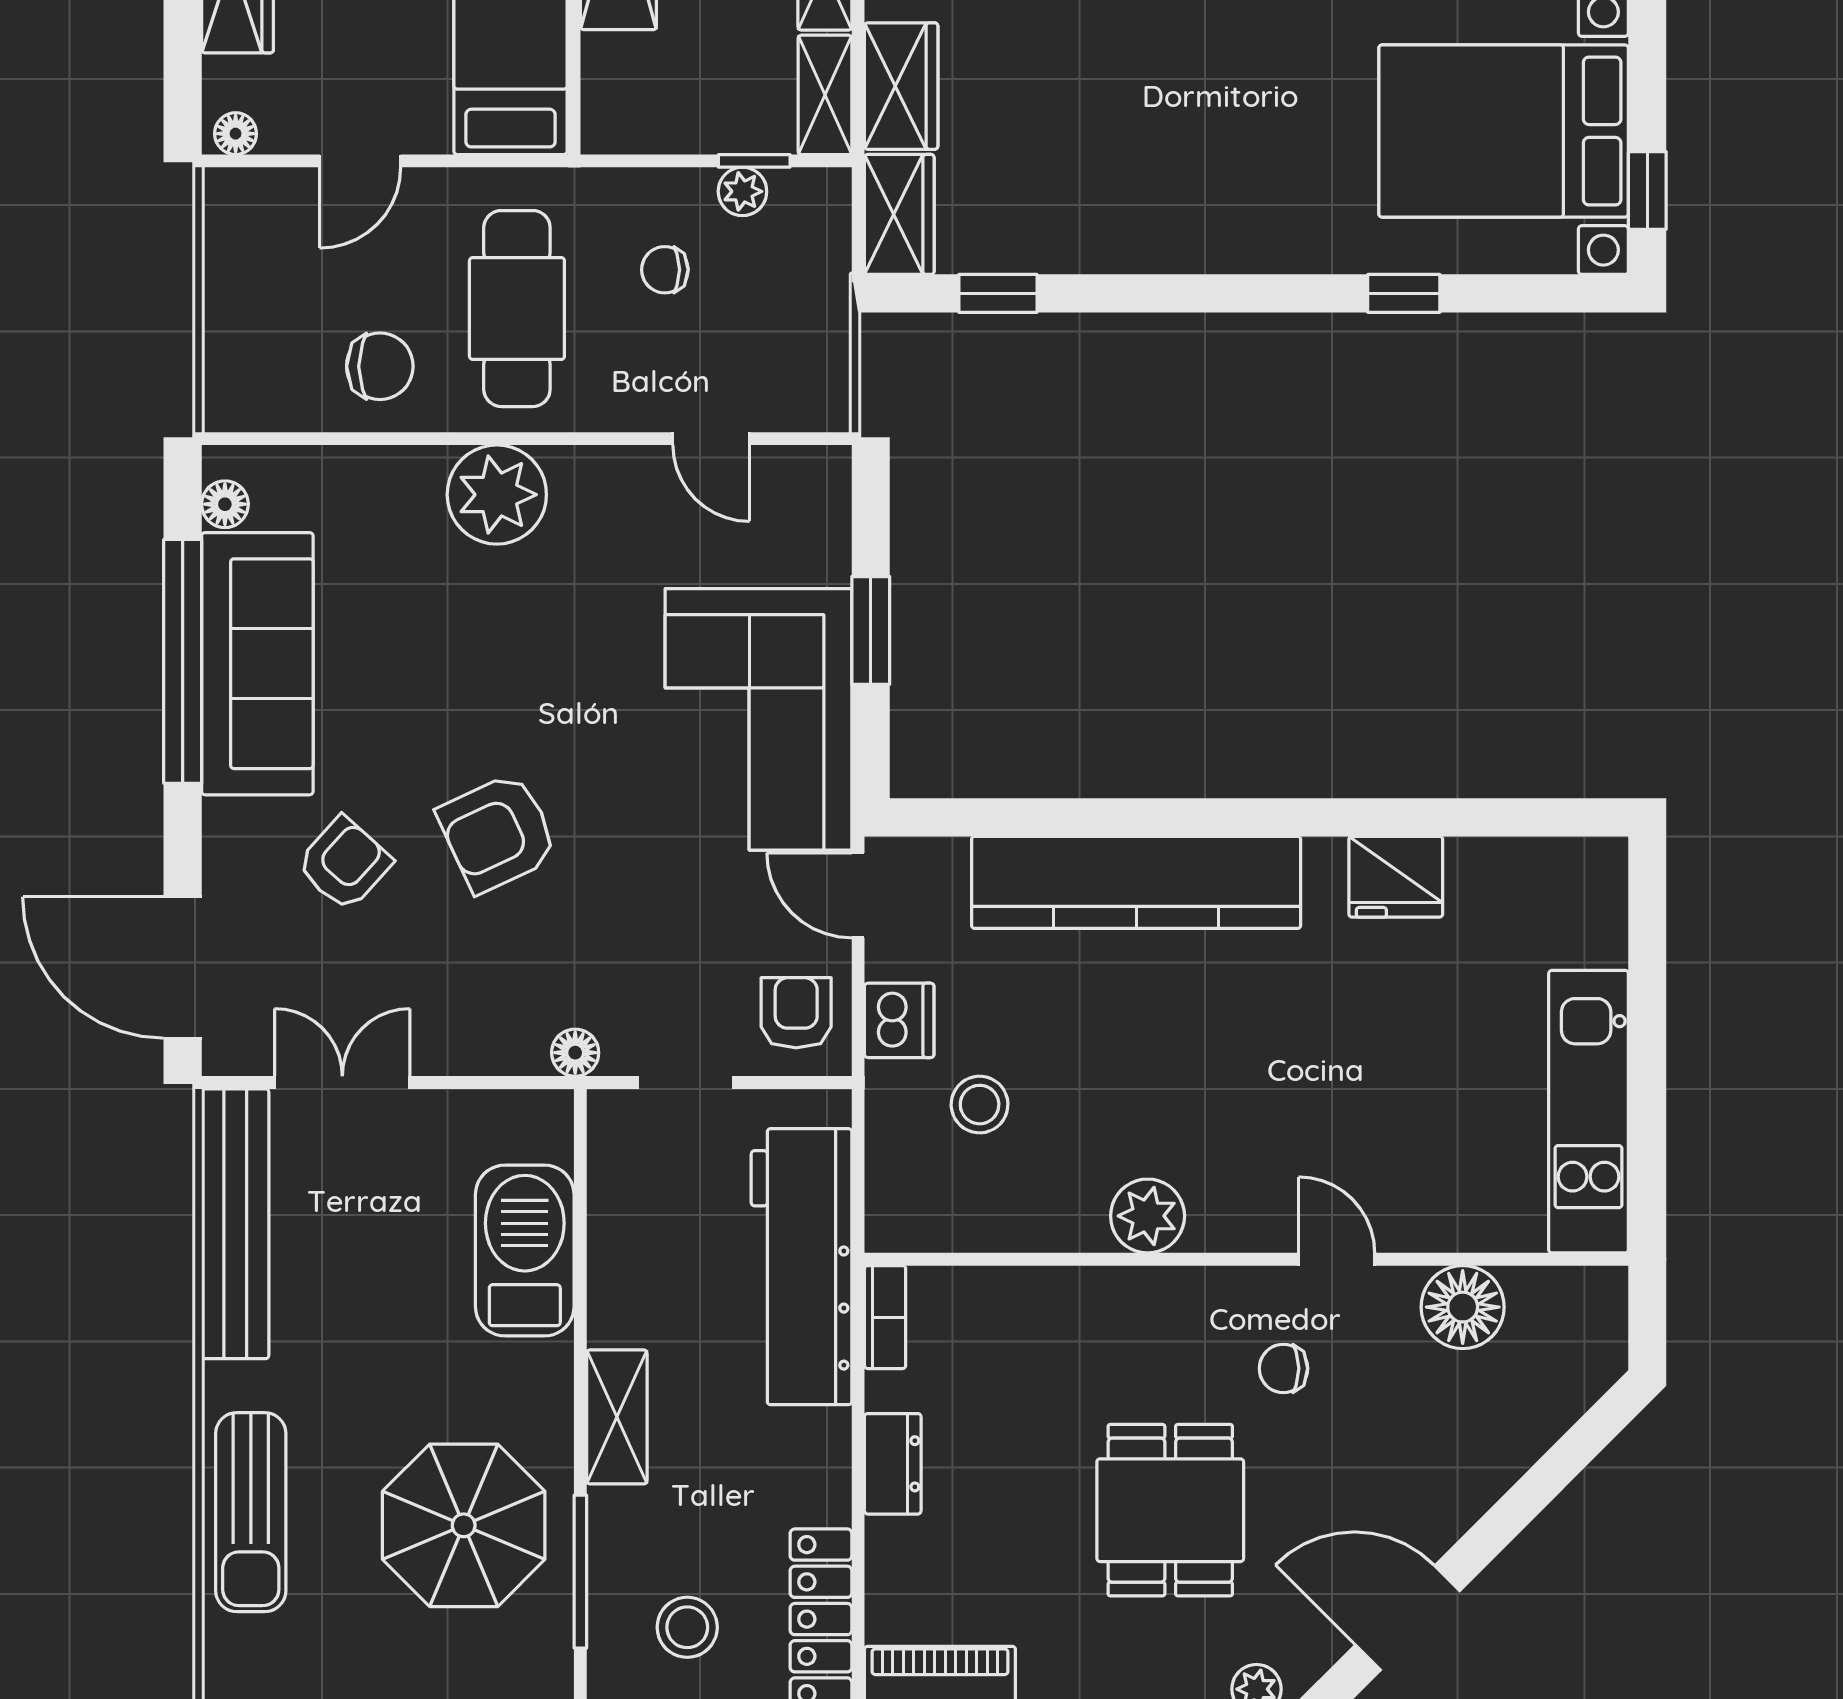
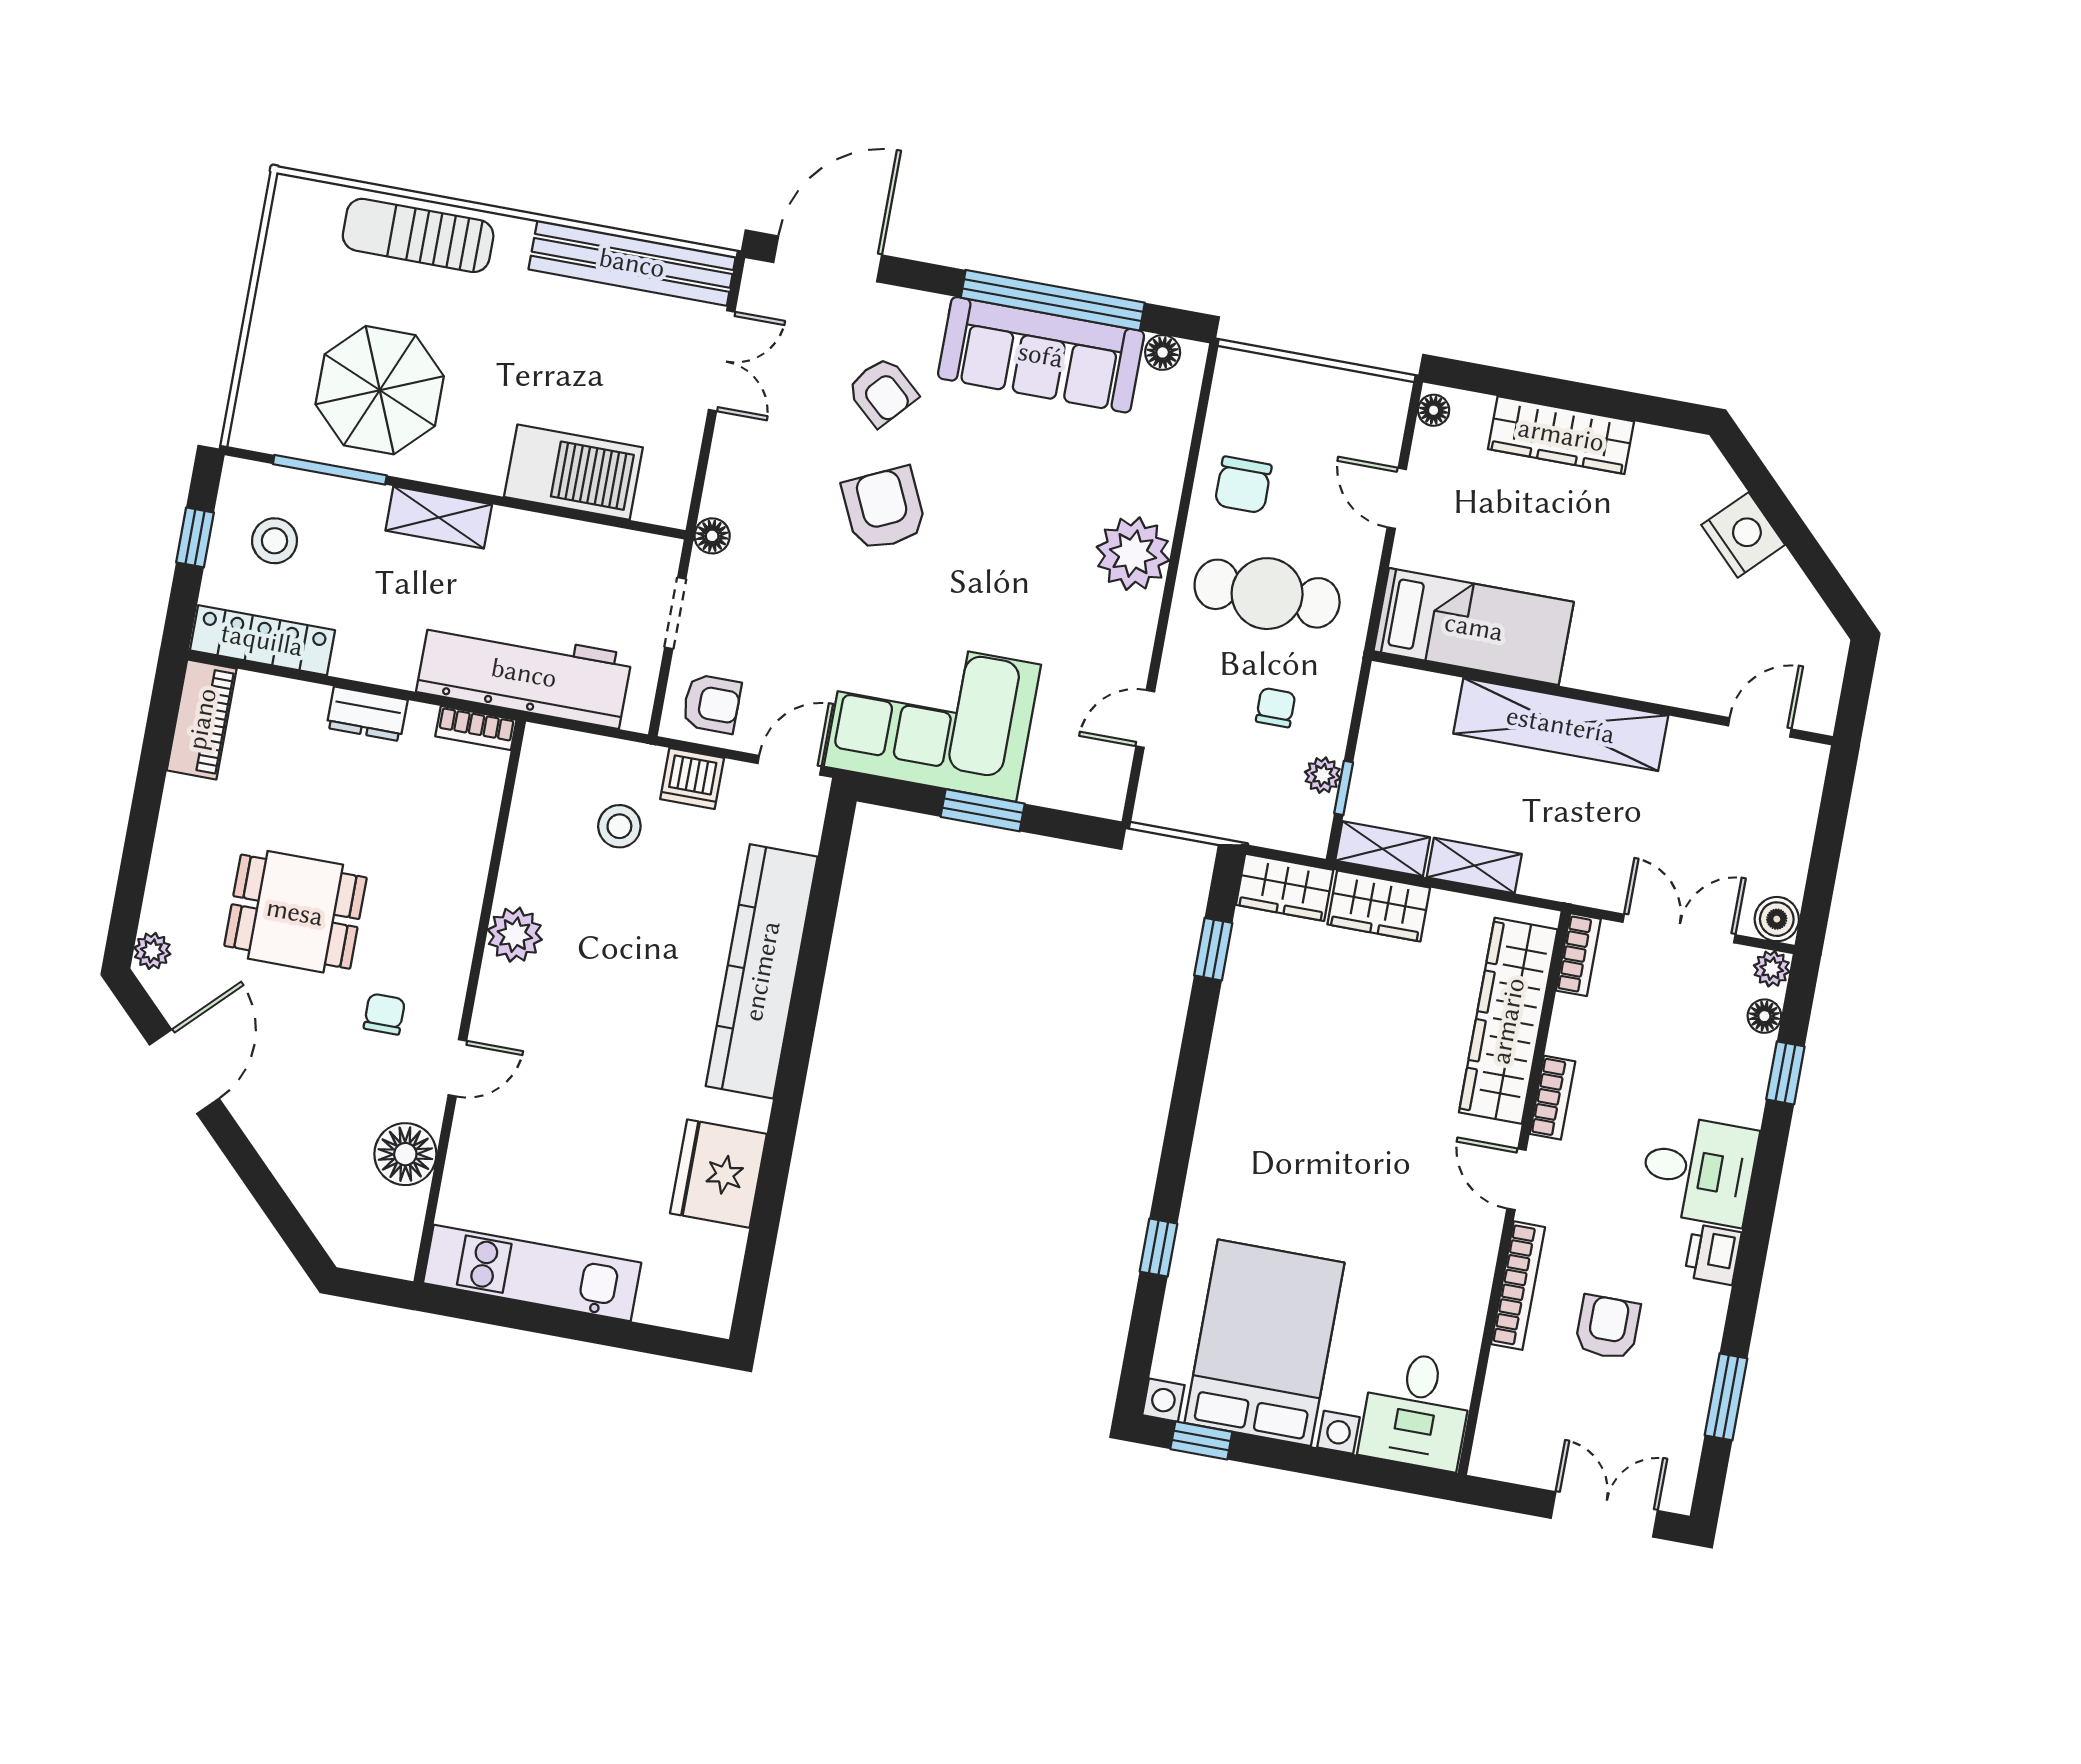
fridge: (1396, 877) -> (718, 1174), width x1.36, depth x1.34

